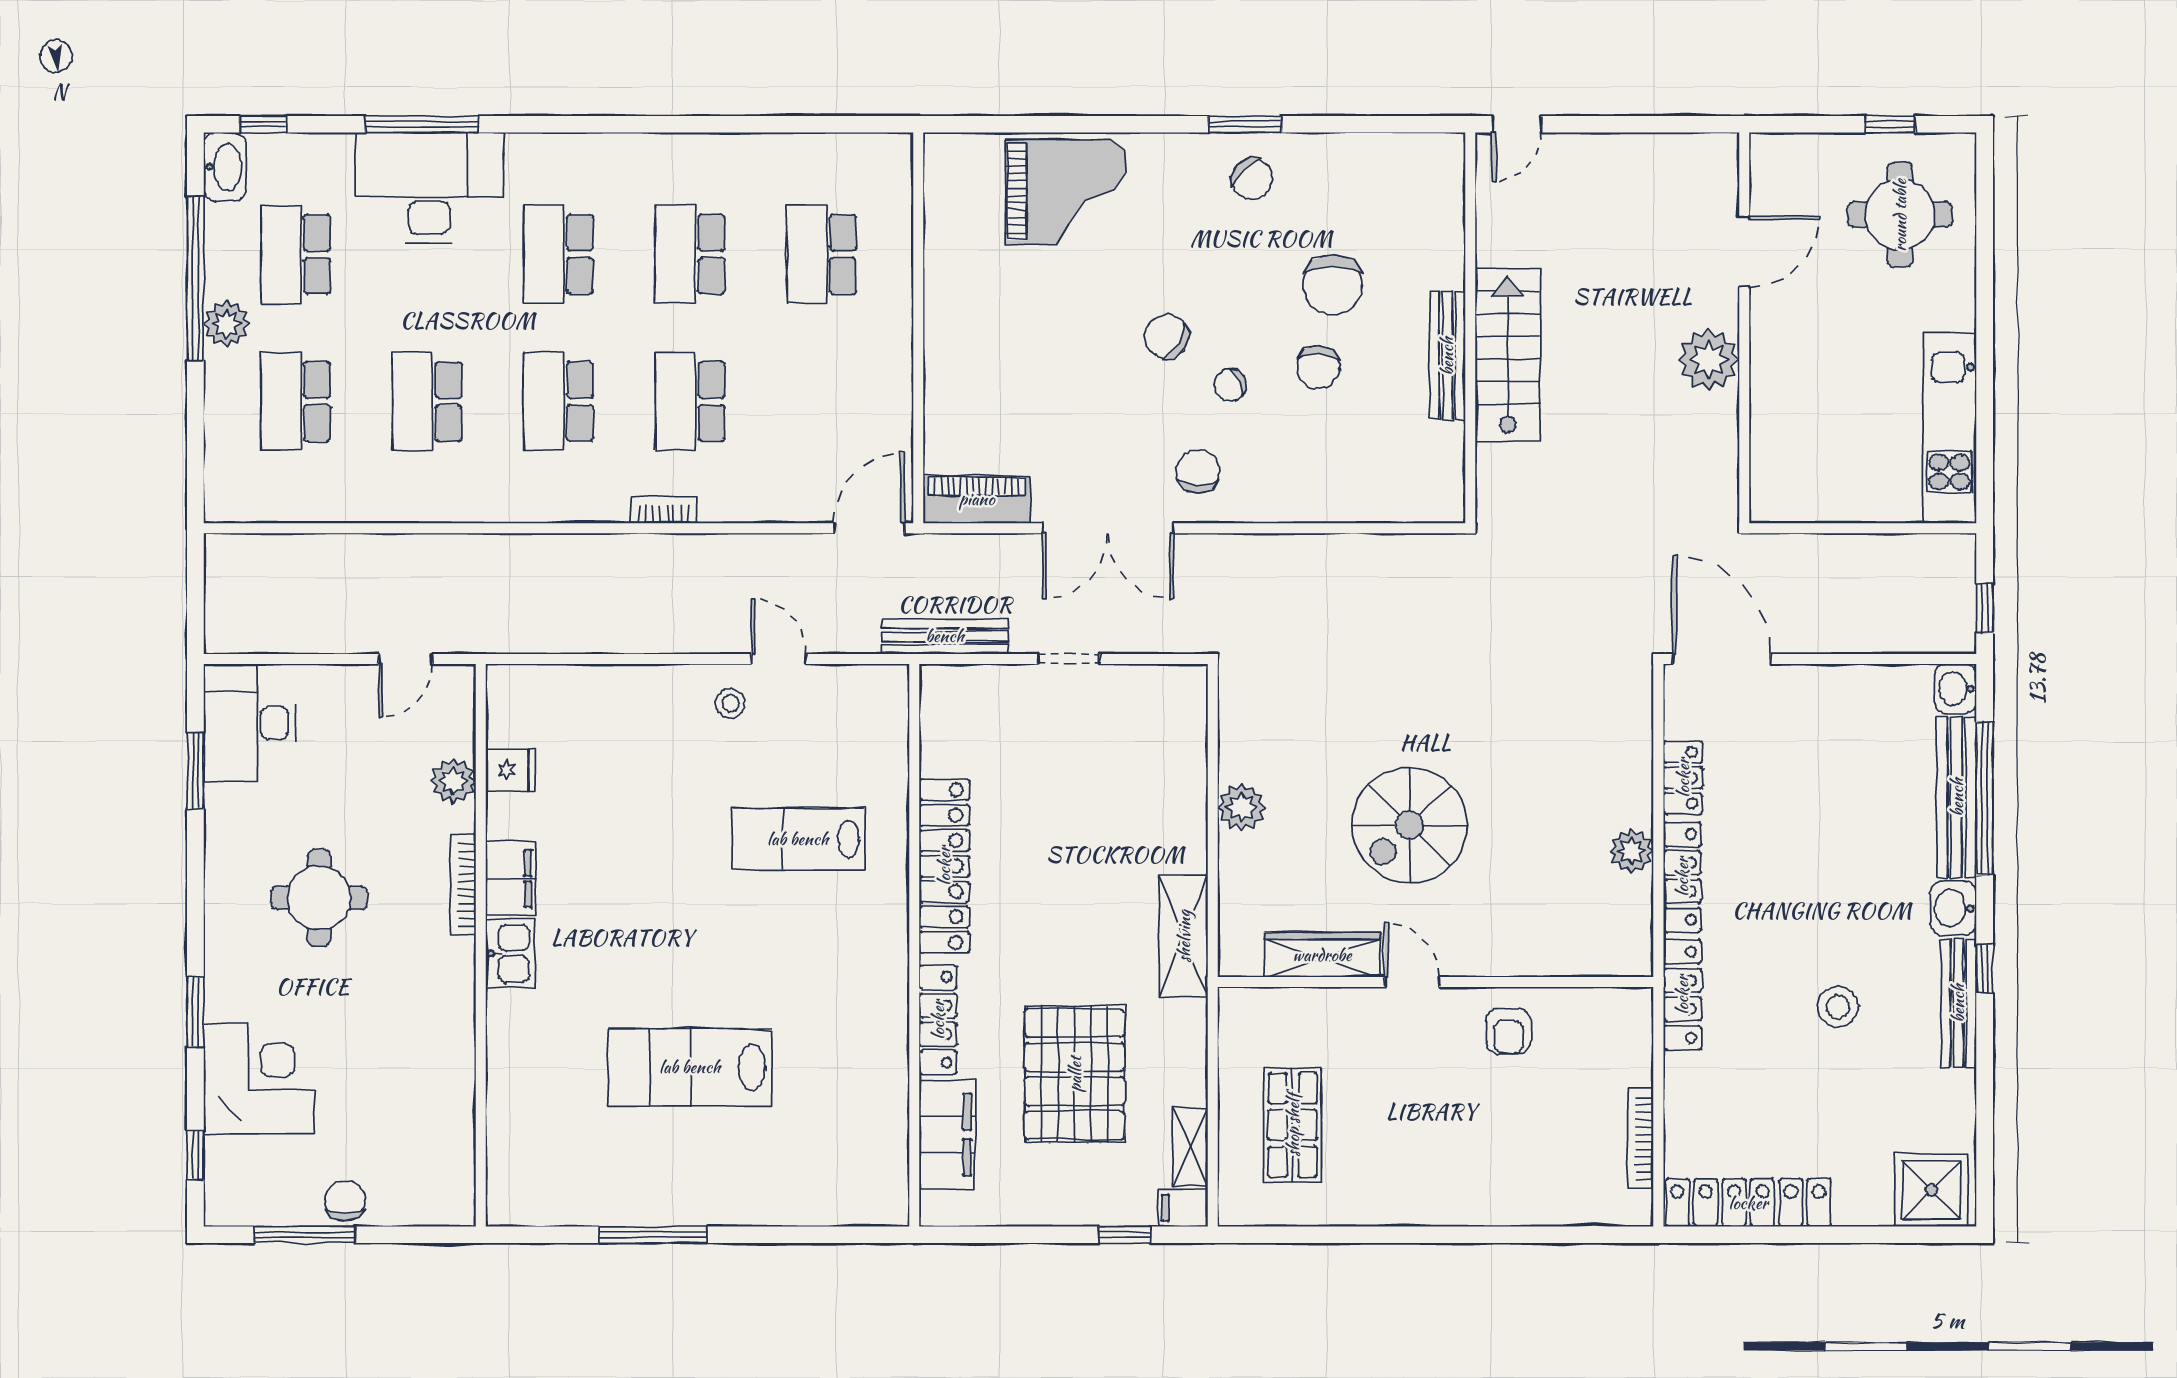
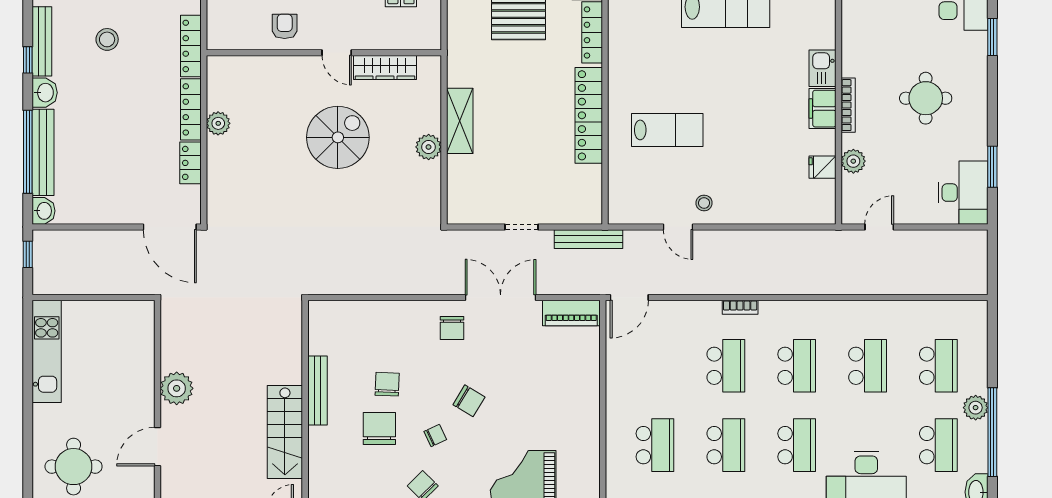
stairs: (1508, 355) -> (285, 432), moved
chair: (1230, 385) -> (435, 435), moved
shelving: (1184, 936) -> (460, 121), moved

